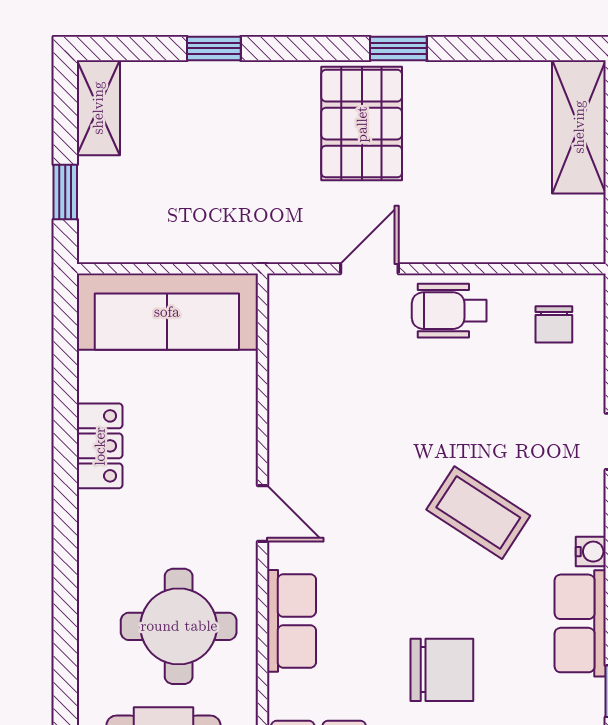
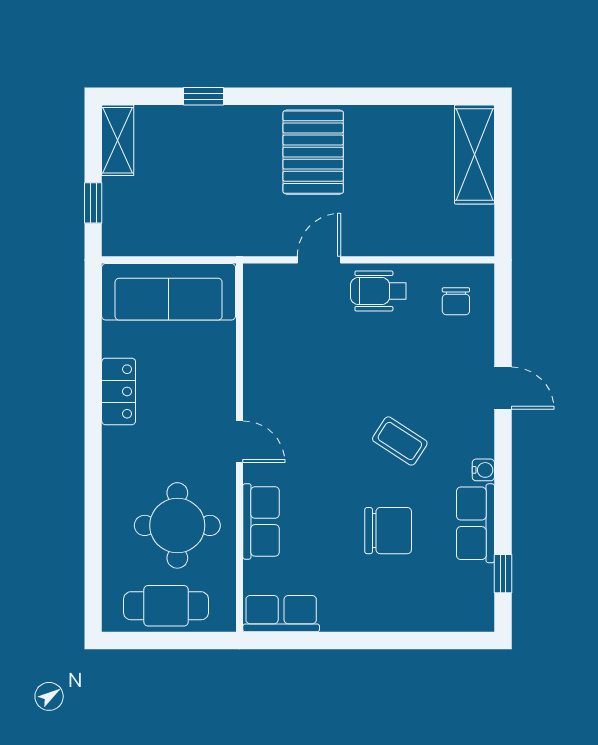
window: (398, 48) -> (341, 96), removed
coffee table: (478, 513) -> (400, 441), width x0.73, depth x0.77
chair: (442, 670) -> (388, 531), moved

